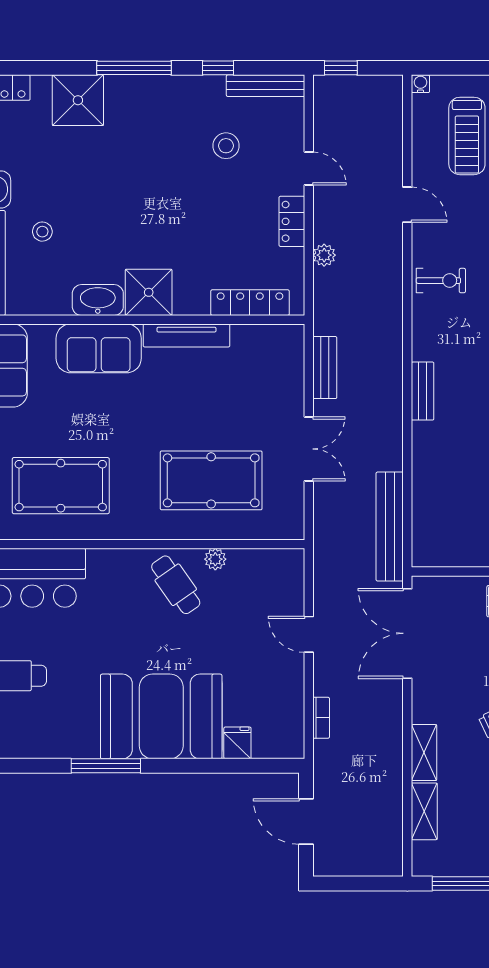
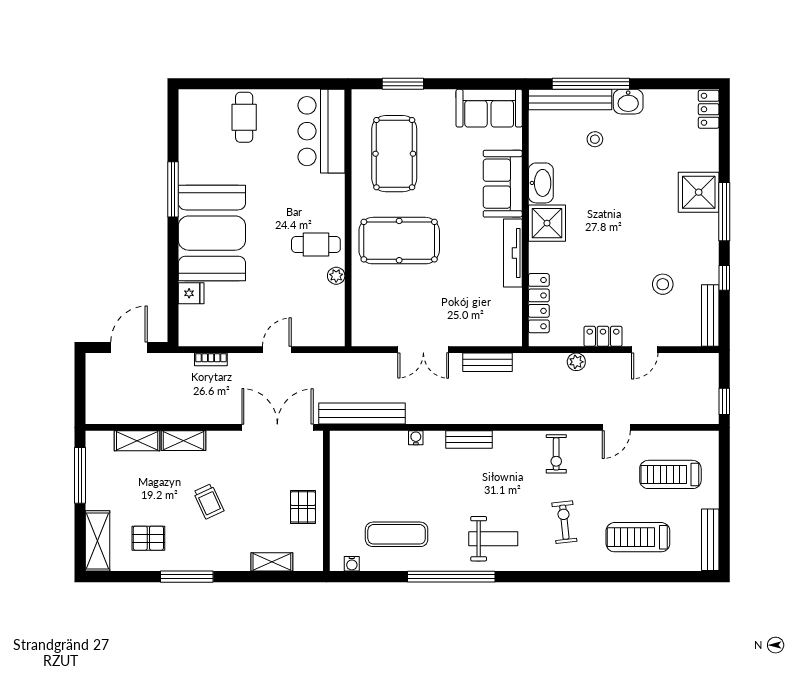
window: (341, 68) -> (724, 401), moved
water cooler: (420, 84) -> (416, 438), moved, turned -90
shower: (78, 100) -> (699, 192), moved
pool table: (211, 480) -> (399, 241), moved, turned 90
cafe table: (176, 585) -> (316, 245), turned 35

